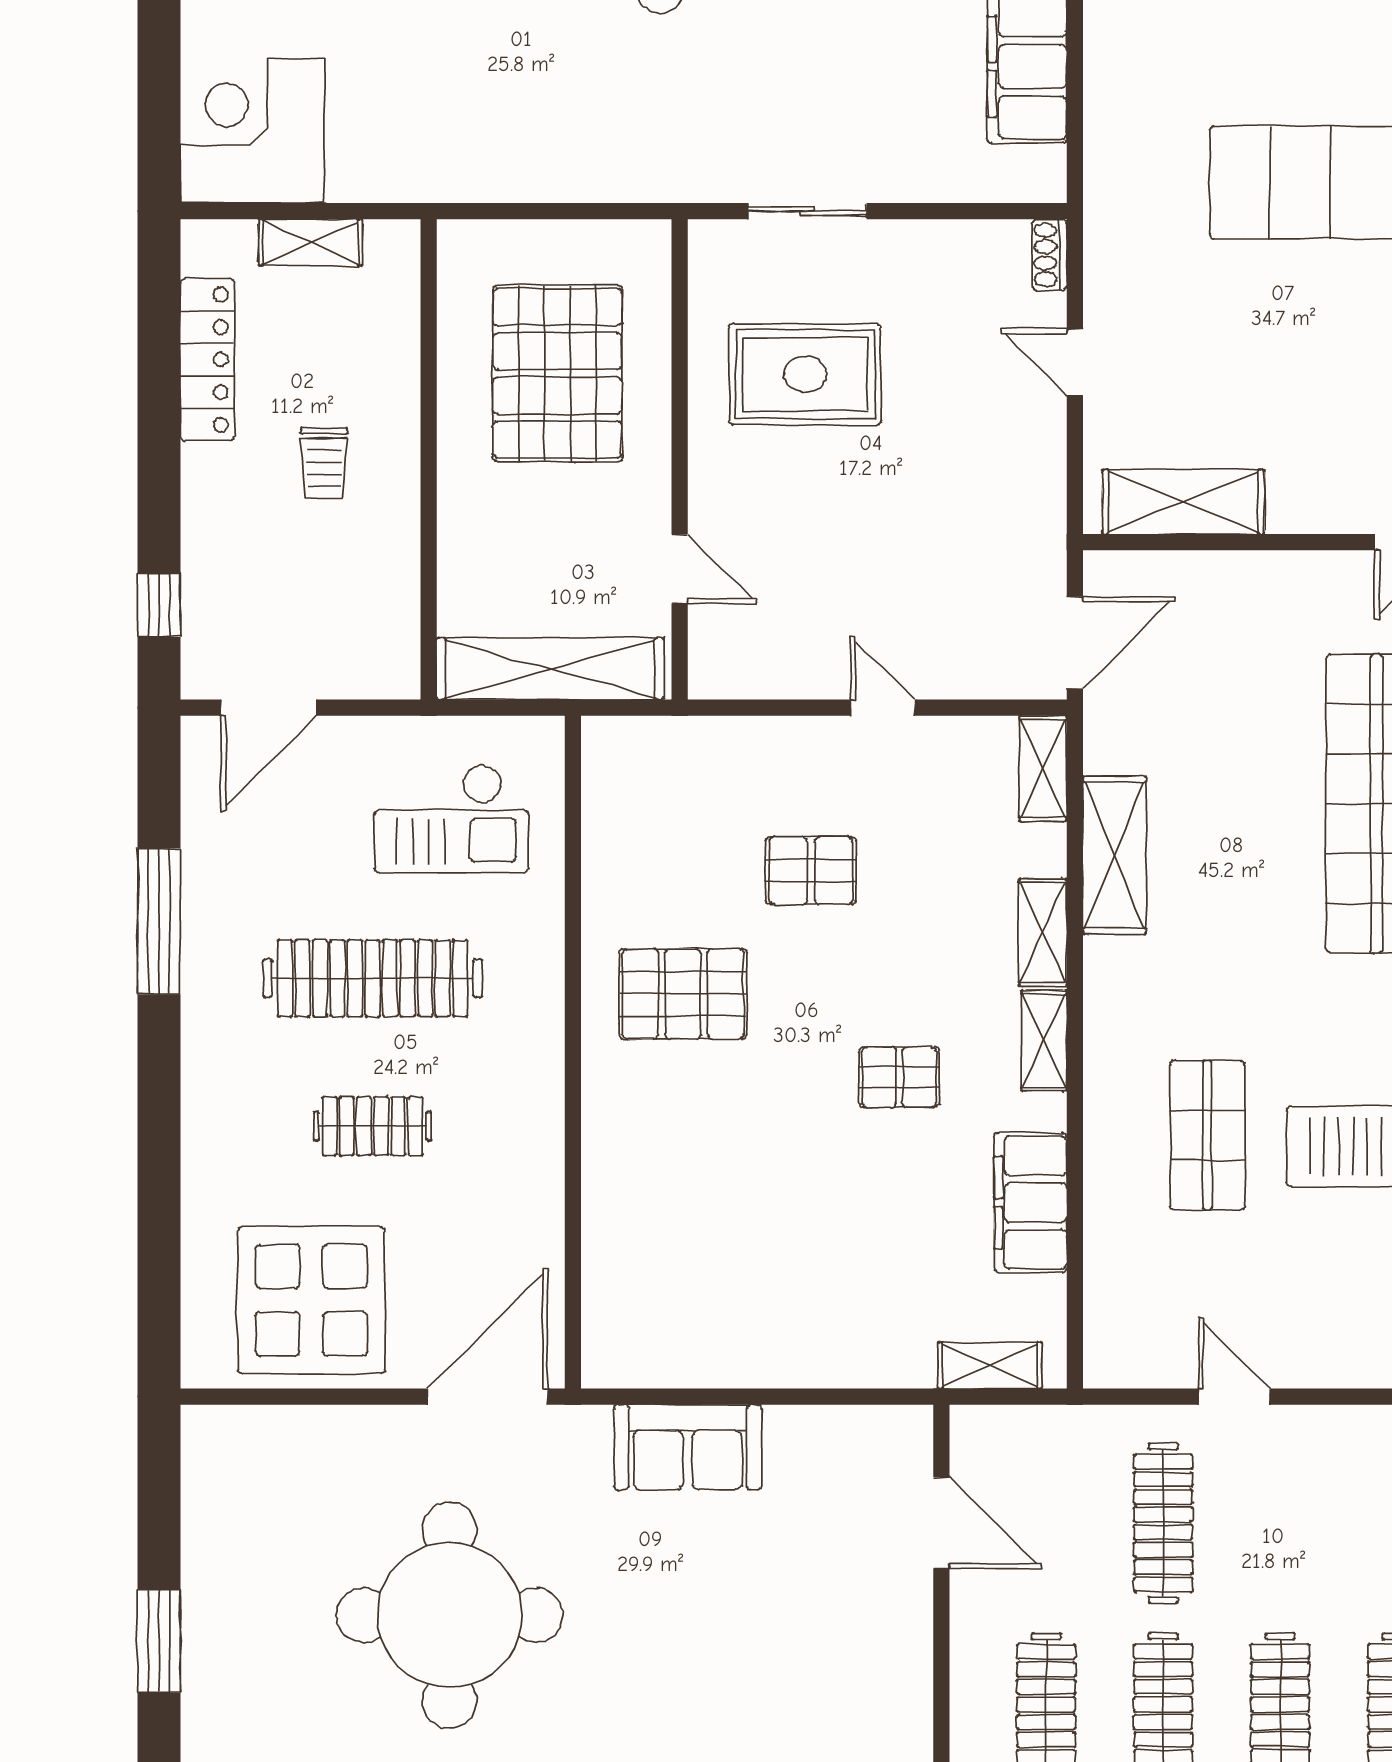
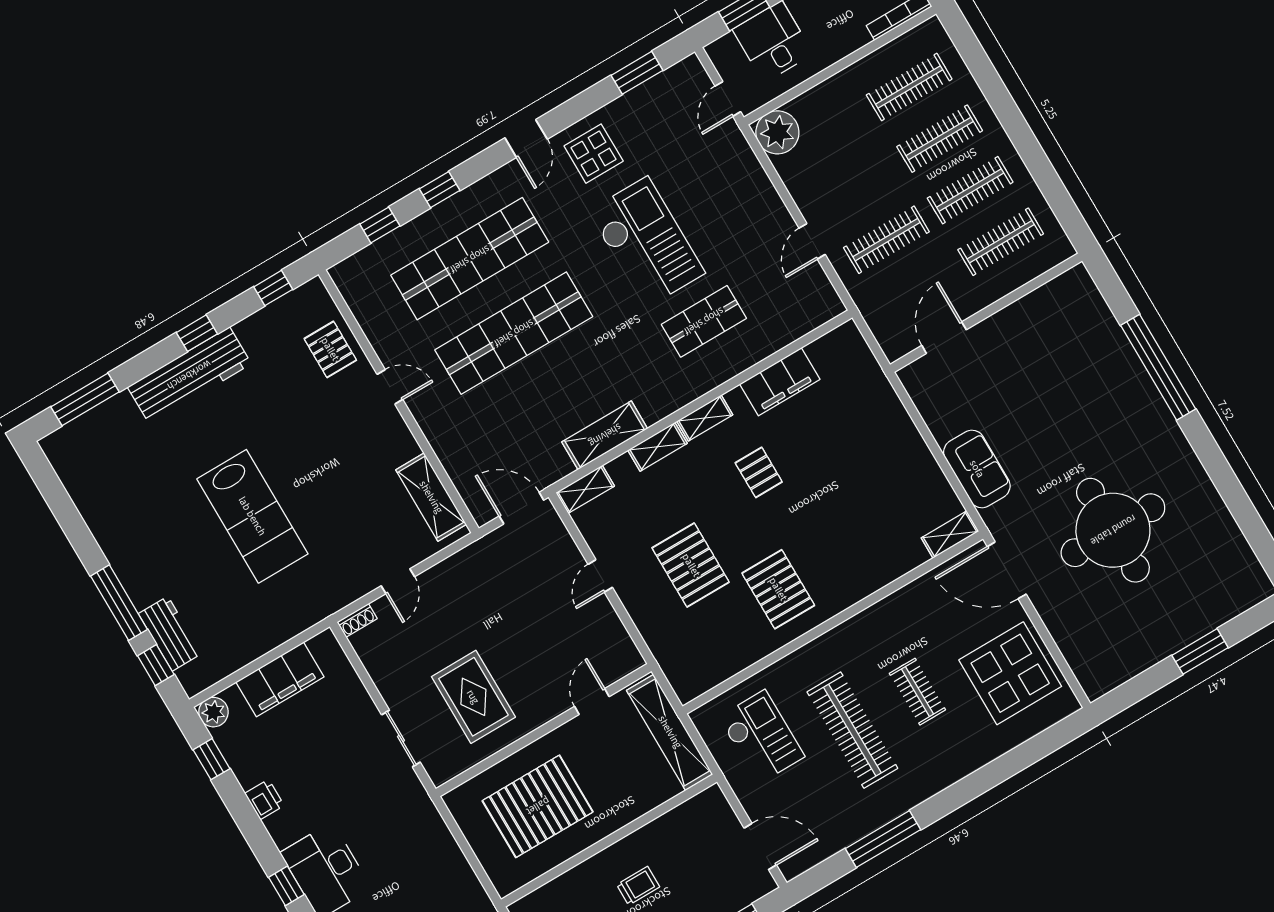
pallet: (811, 871) -> (691, 565), width x1.50, depth x1.42
shelving: (990, 1365) -> (950, 535), moved, turned 90

